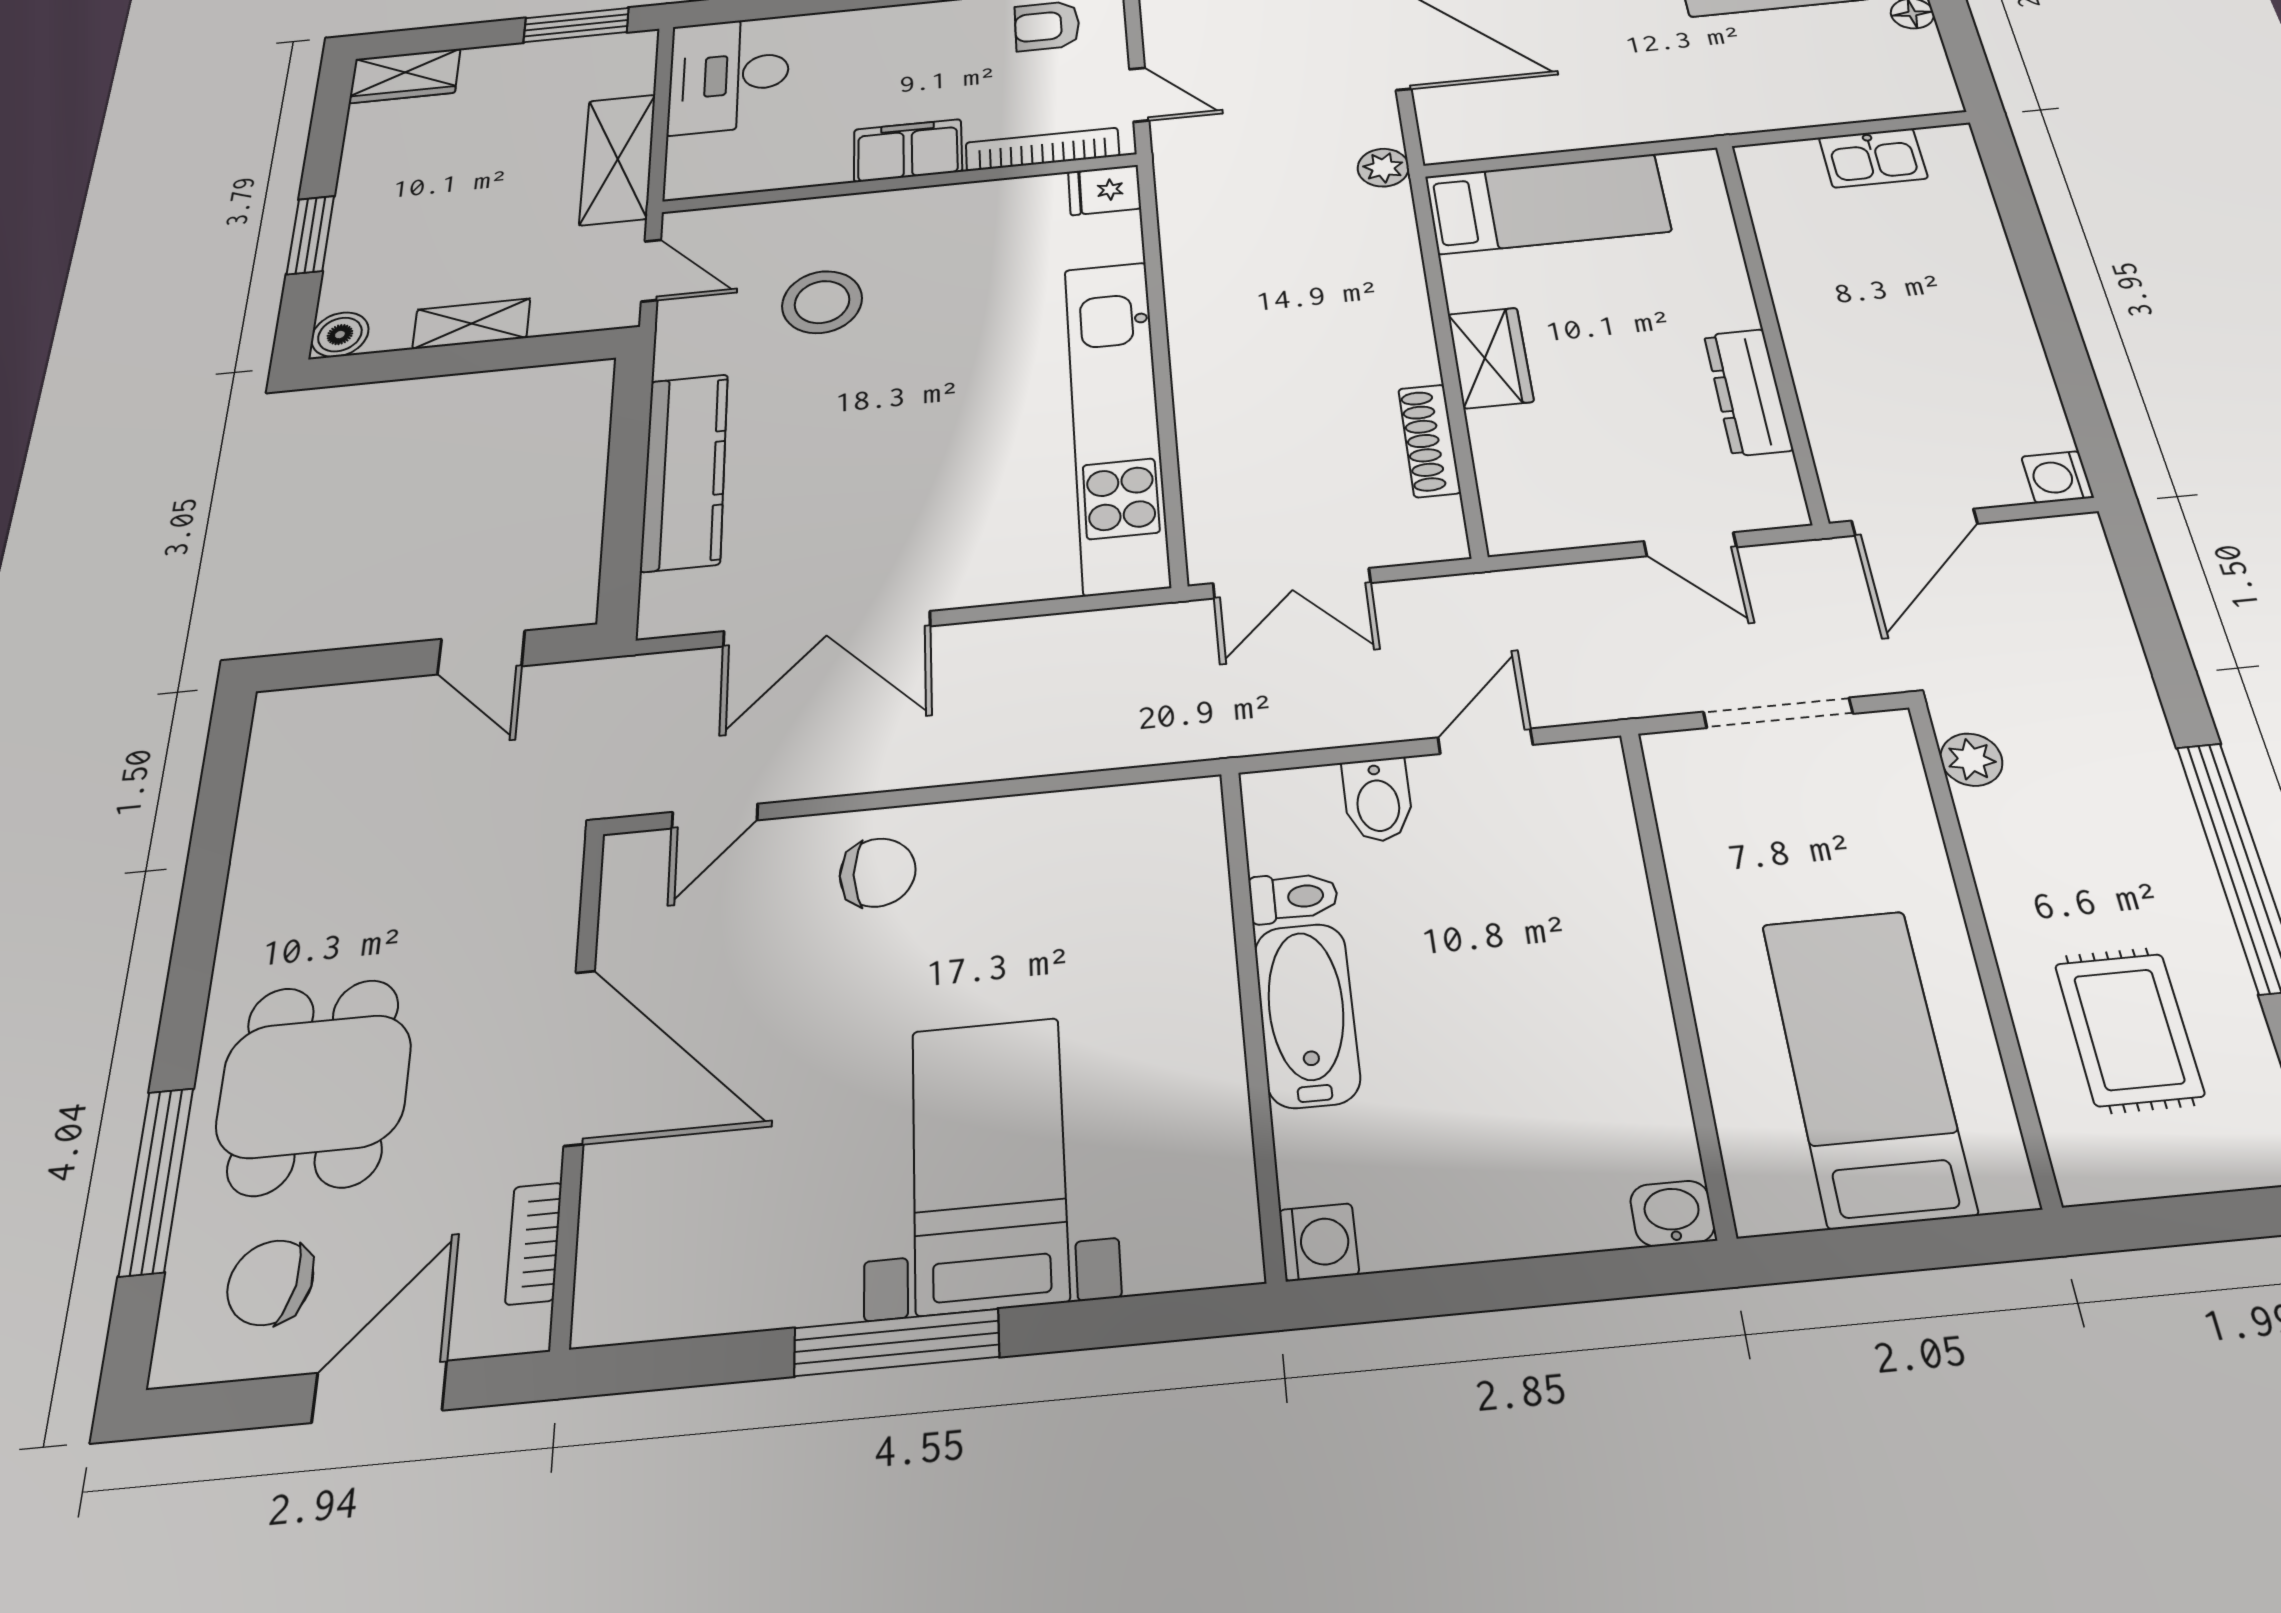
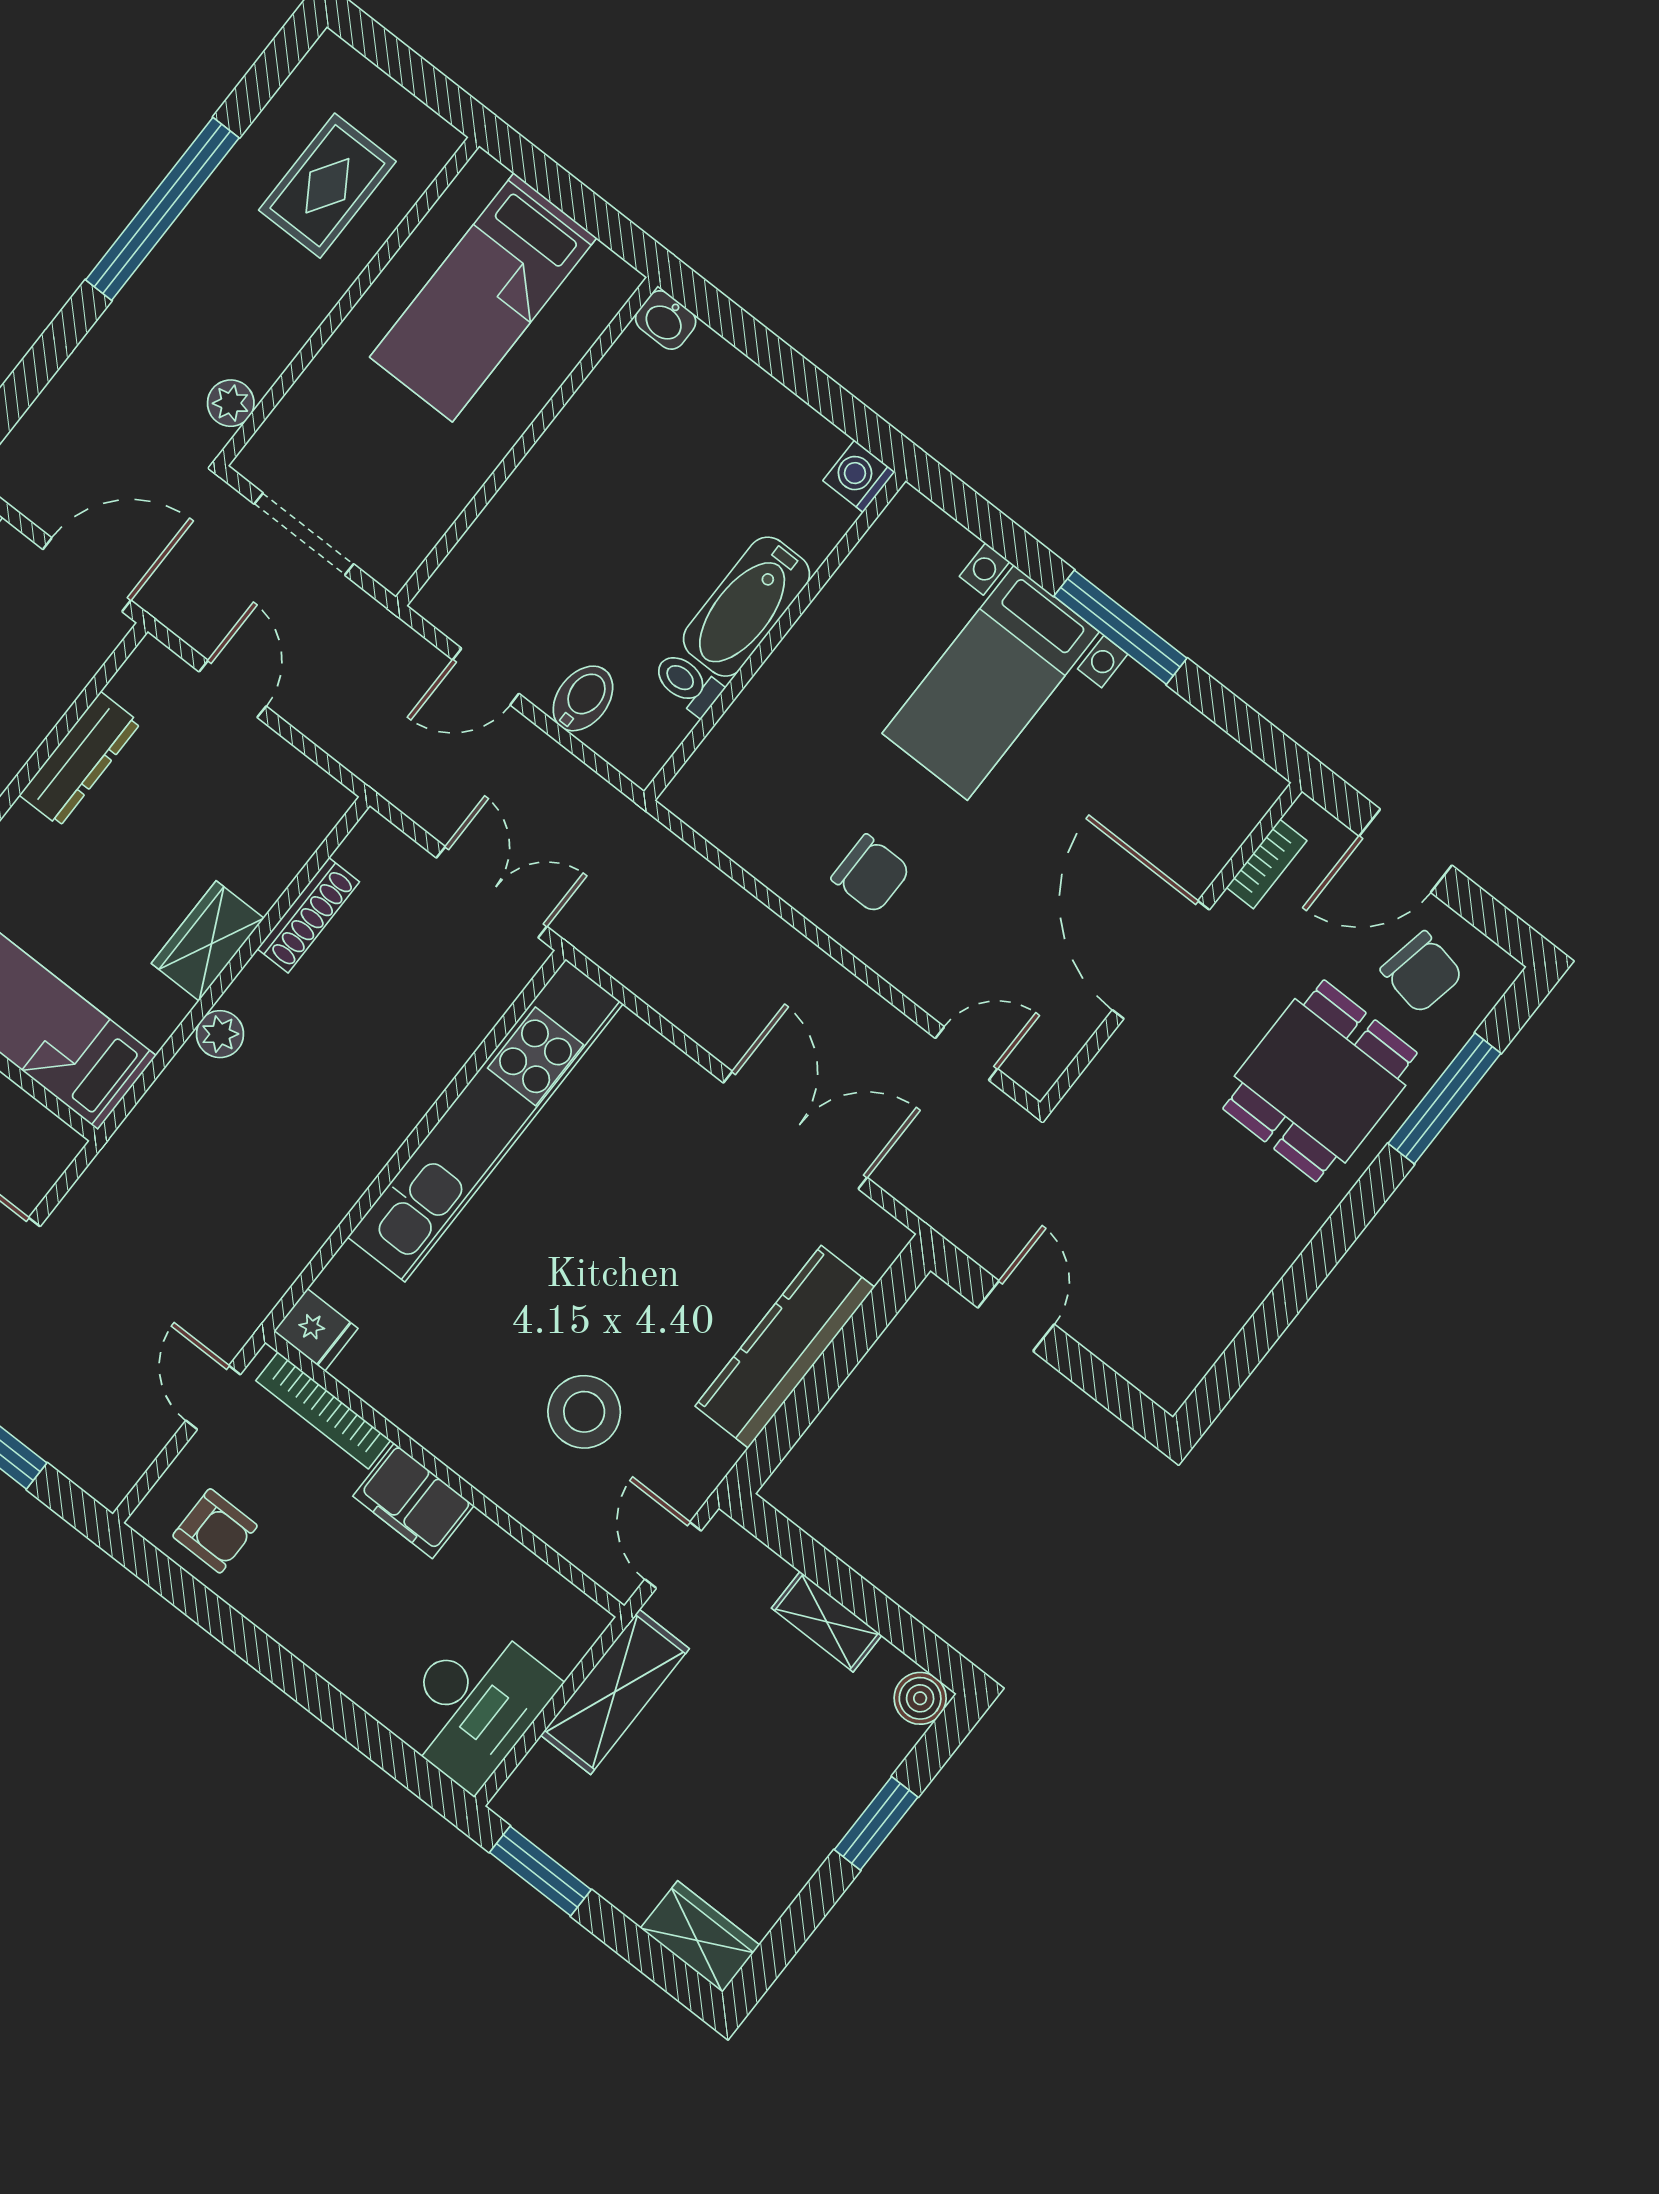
plant: (1383, 168) -> (220, 1034), moved
chair: (878, 872) -> (871, 874), moved, turned 180

